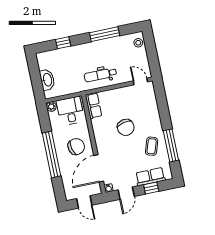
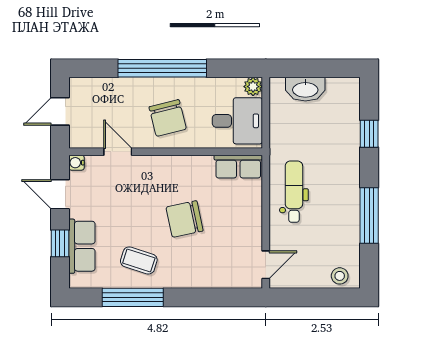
door: (99, 168) -> (118, 152), width x0.53

